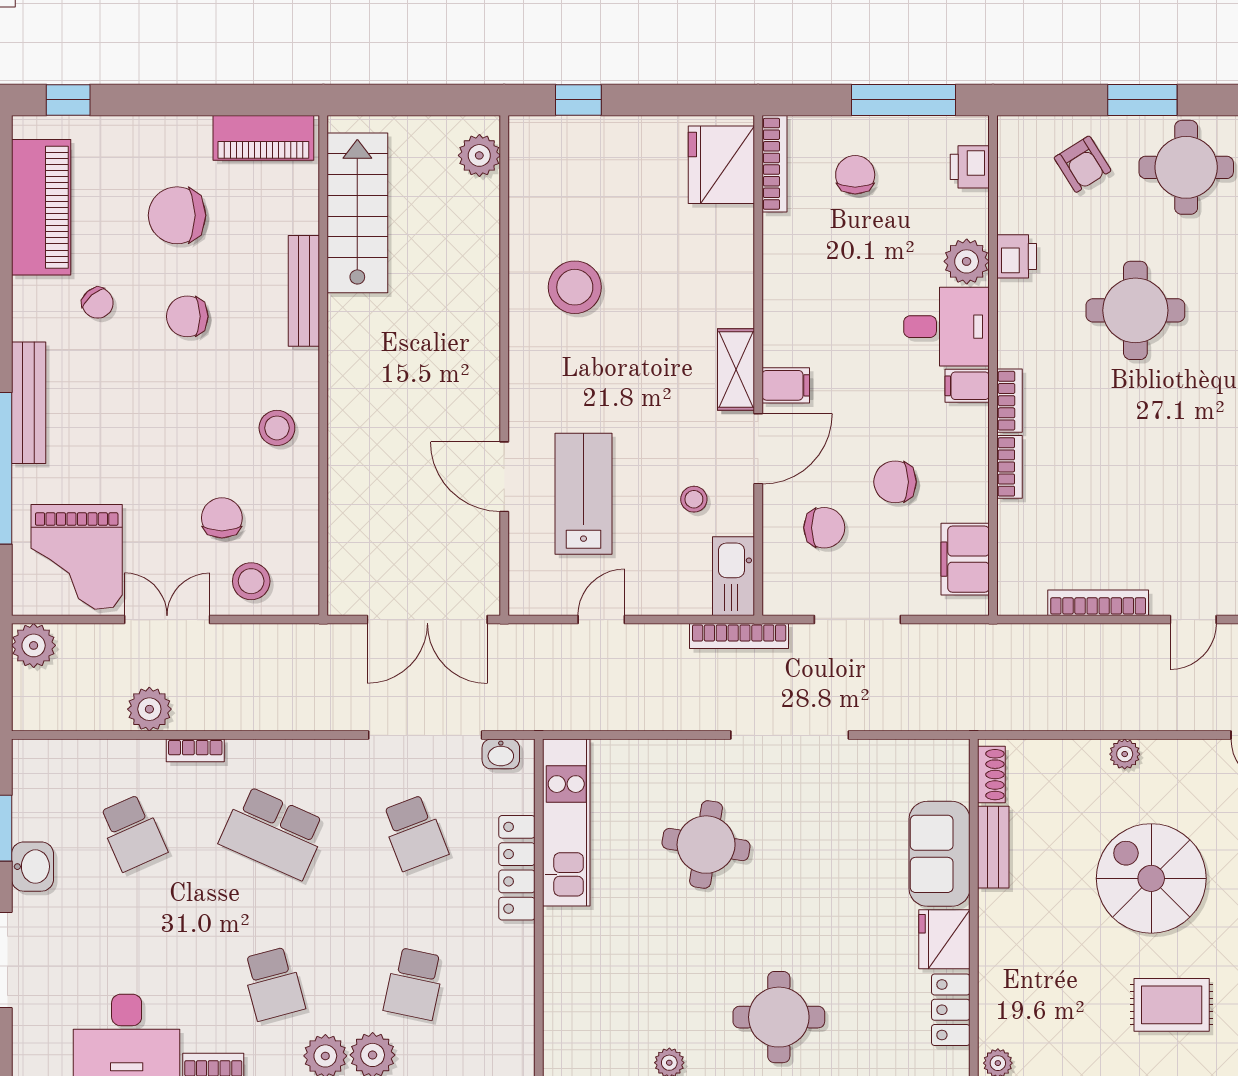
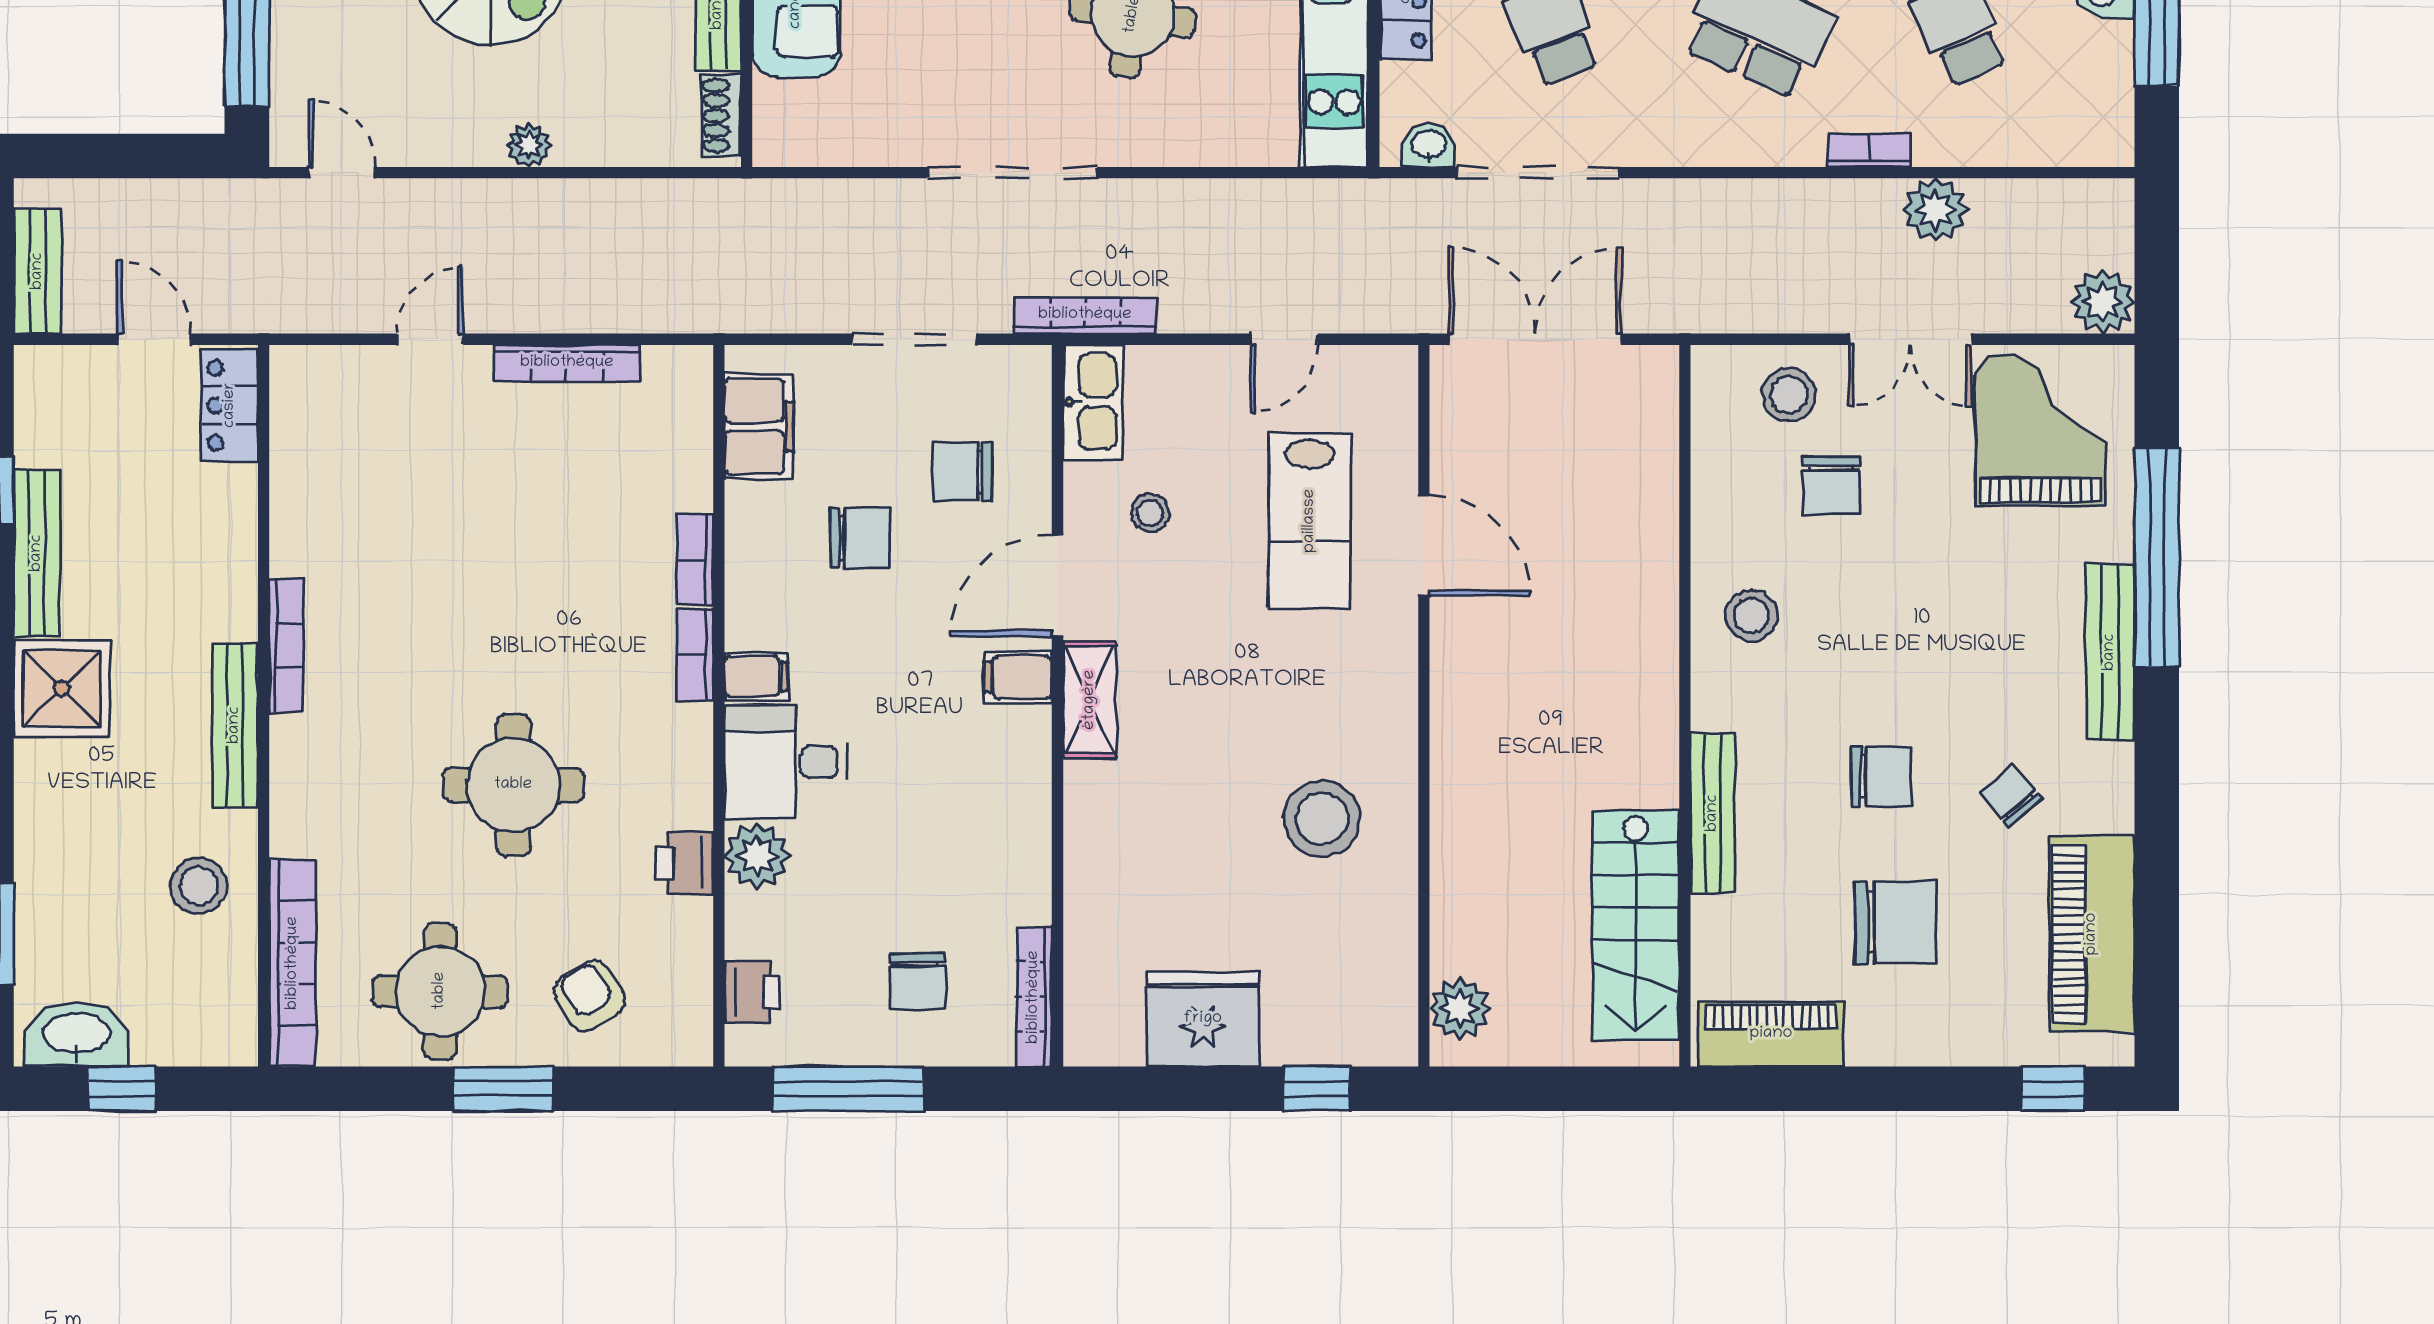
fridge: (721, 165) -> (1203, 1019), moved, turned -90

